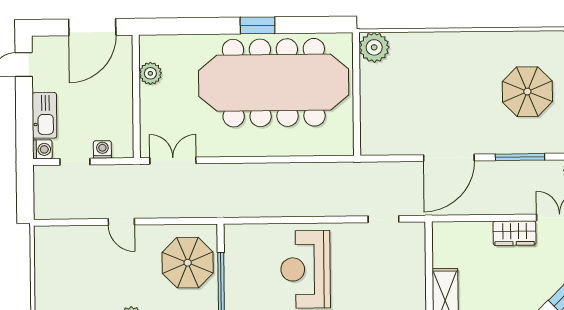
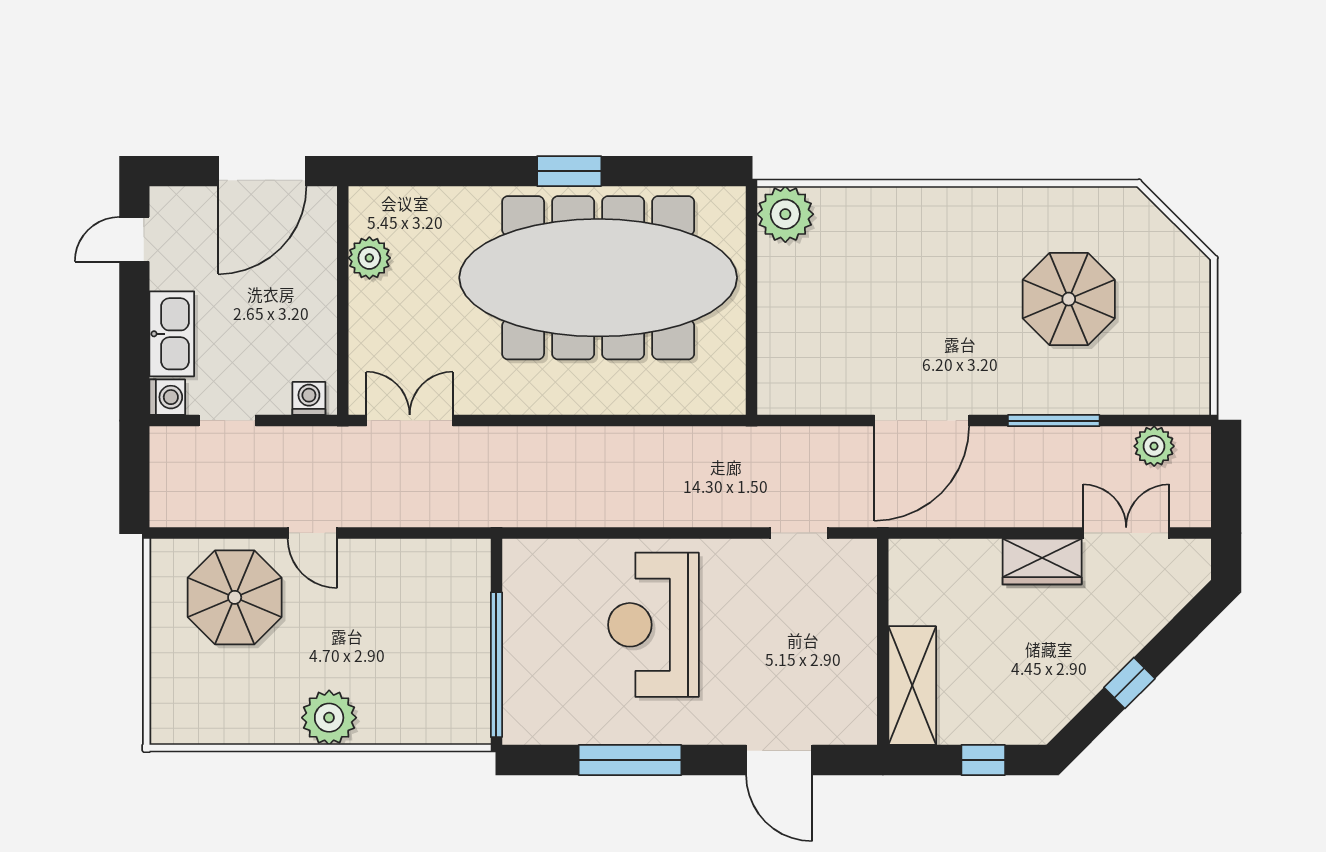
washing machine: (102, 150) -> (309, 398), moved
parasol: (188, 263) -> (235, 597), moved

